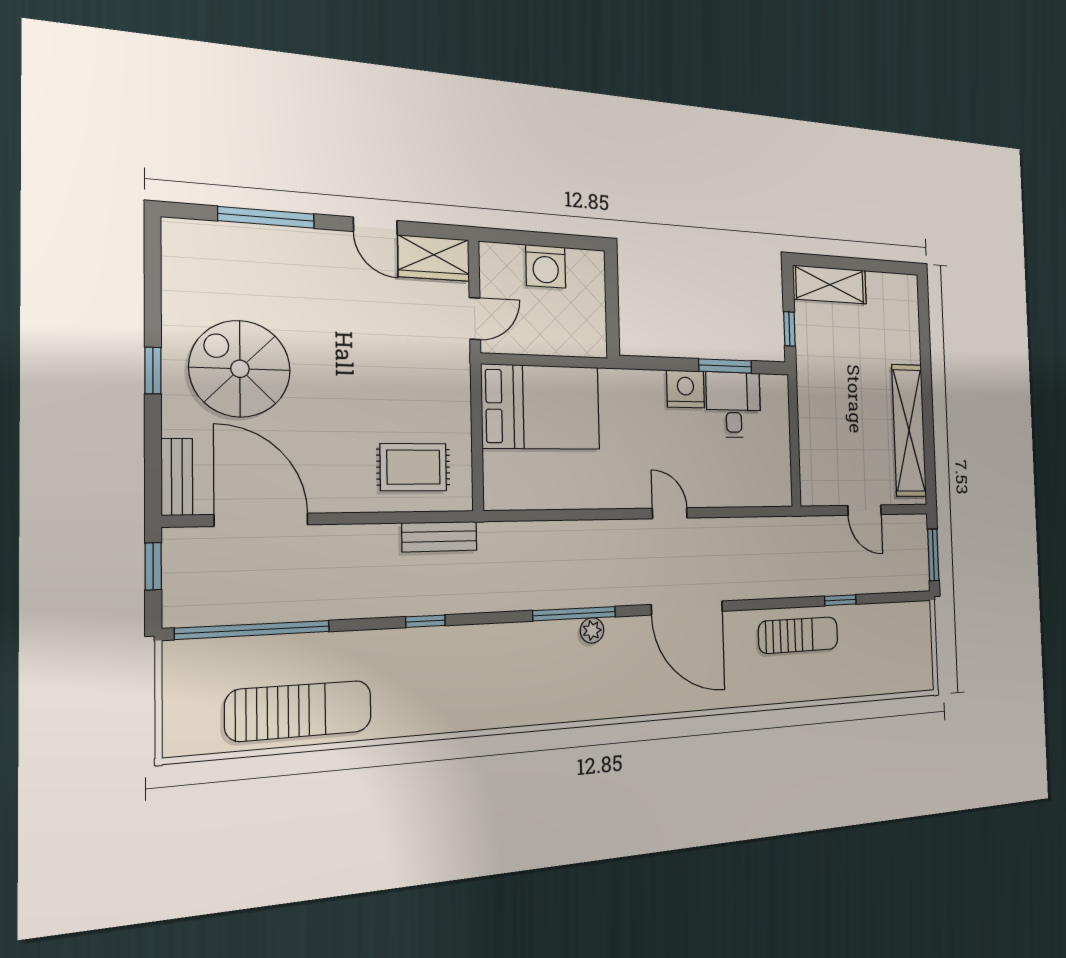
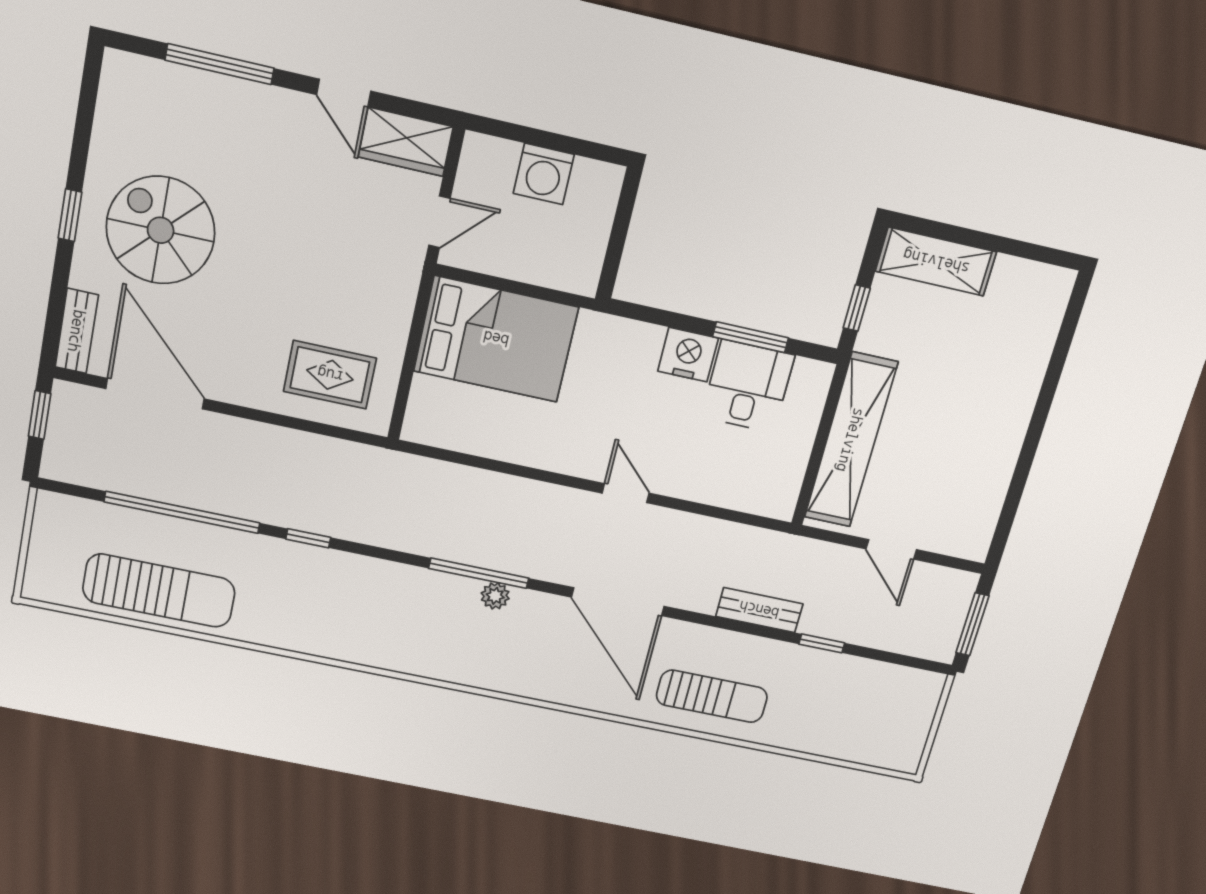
shelving: (909, 430) -> (851, 440), moved
bench: (440, 537) -> (759, 610), moved
window: (253, 630) -> (182, 512), moved
sun lounger: (798, 635) -> (712, 696), moved

